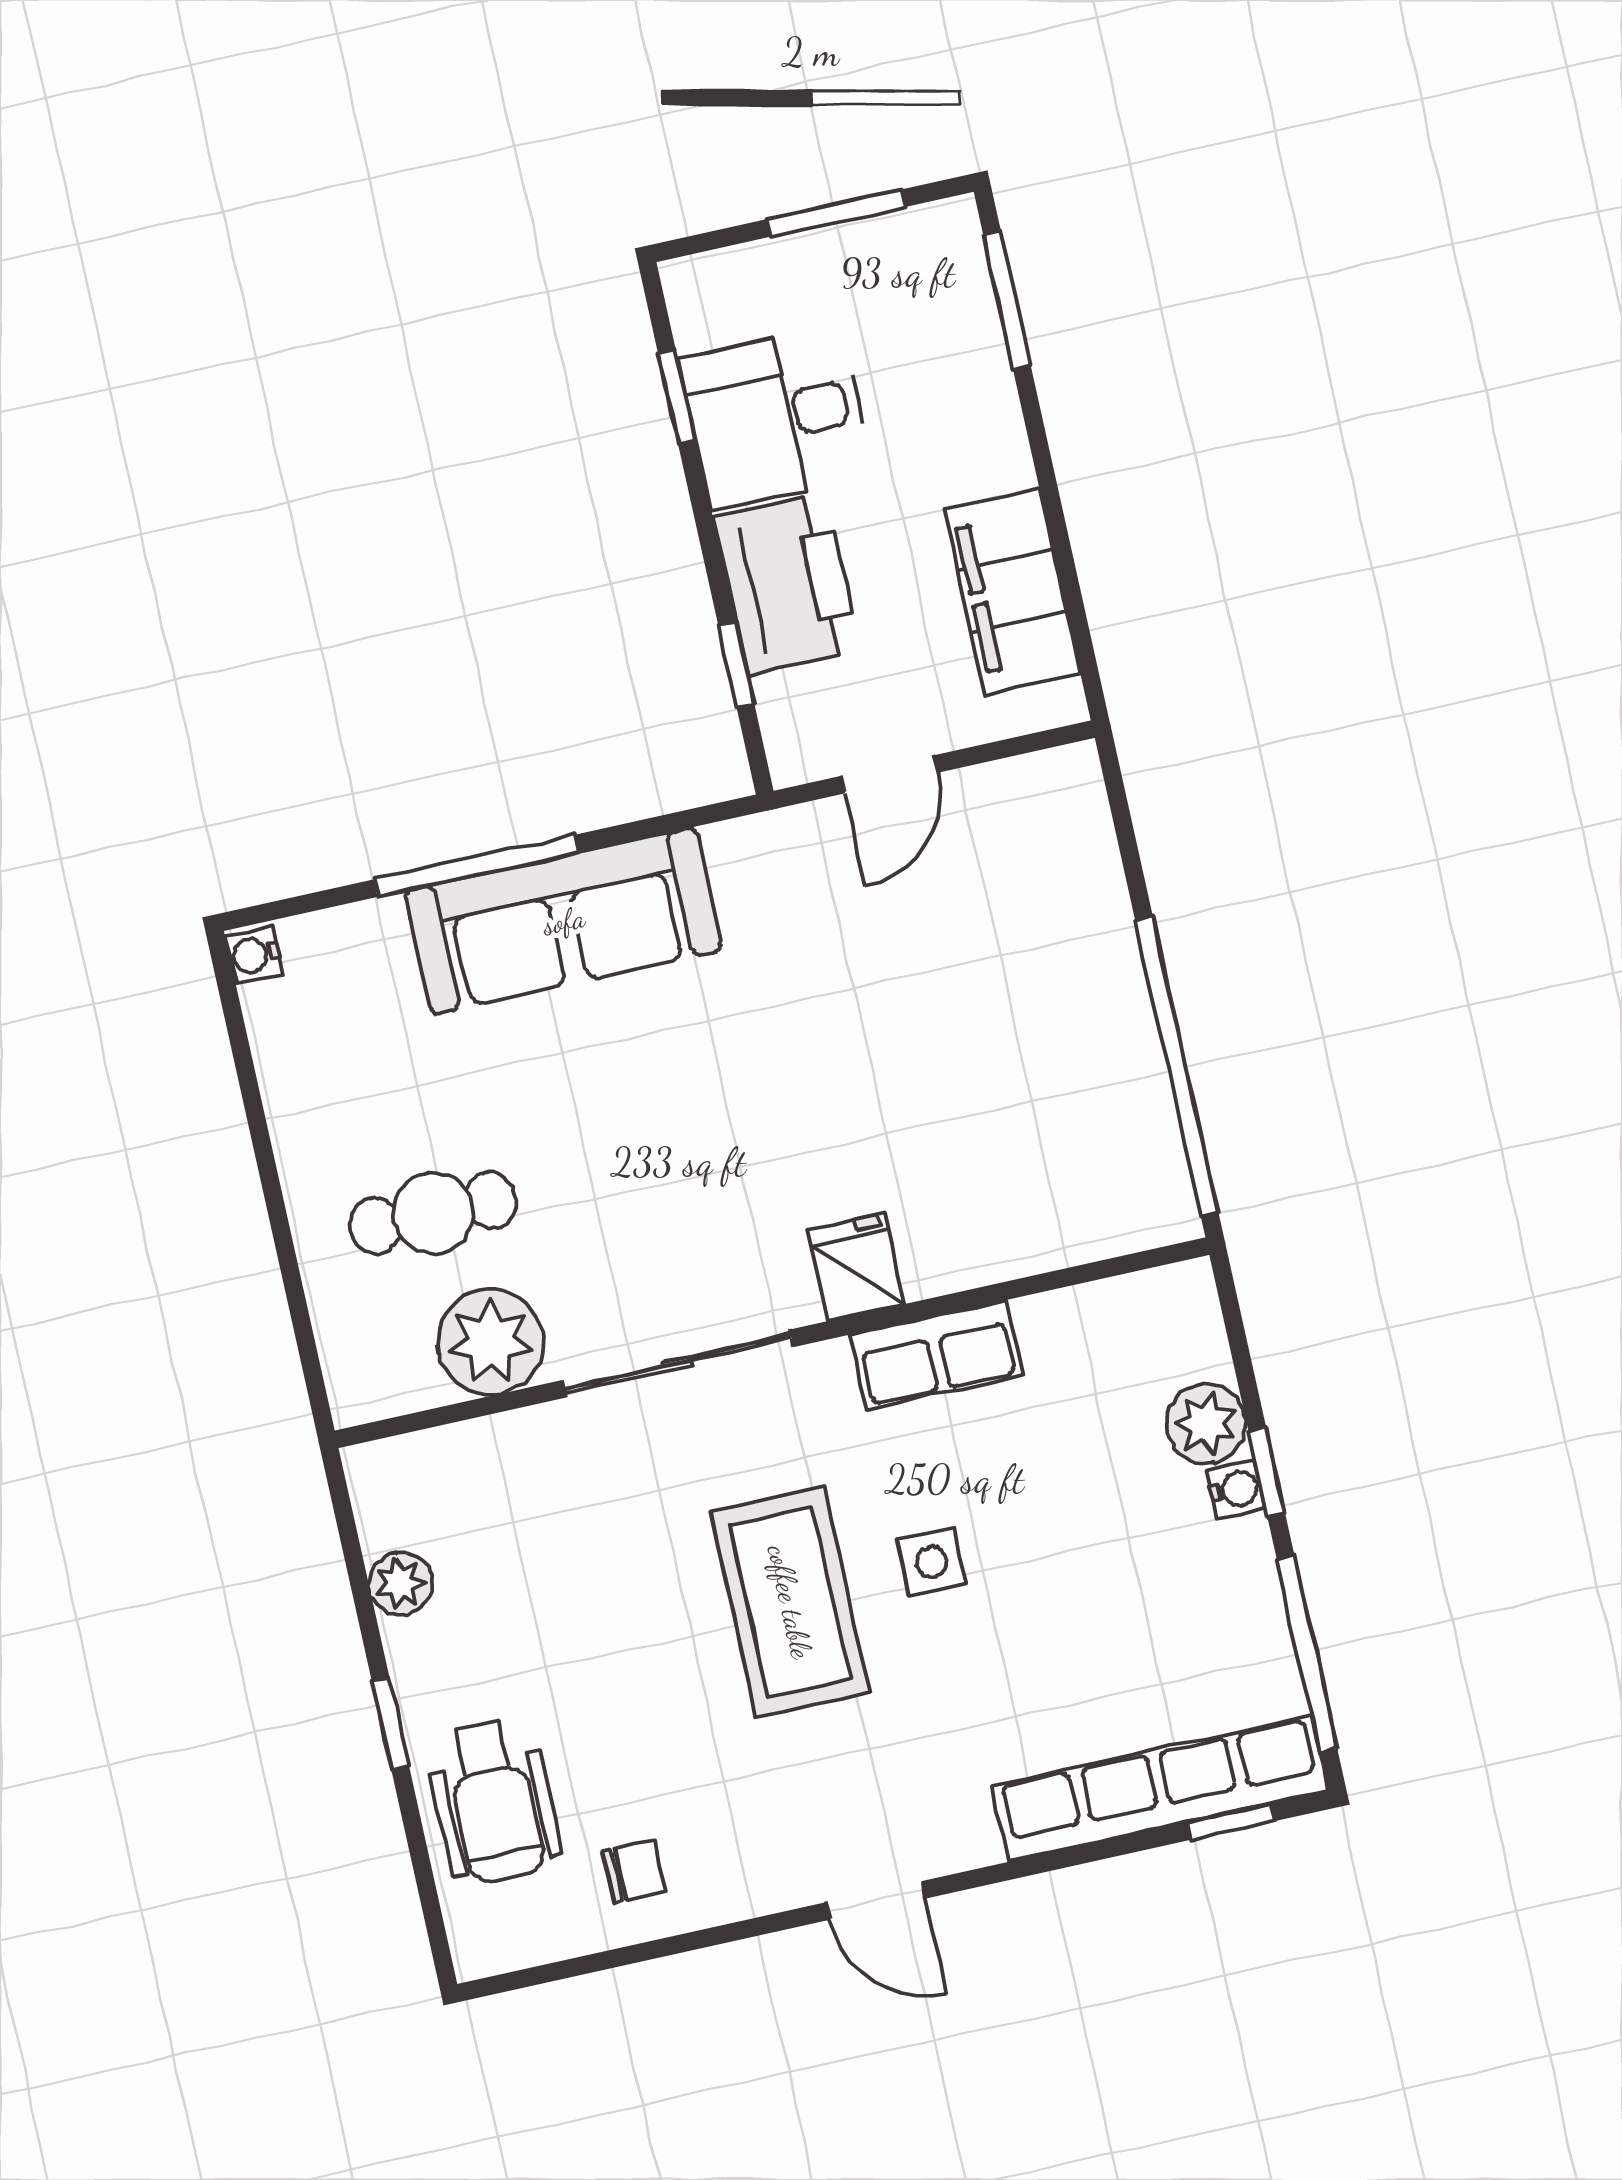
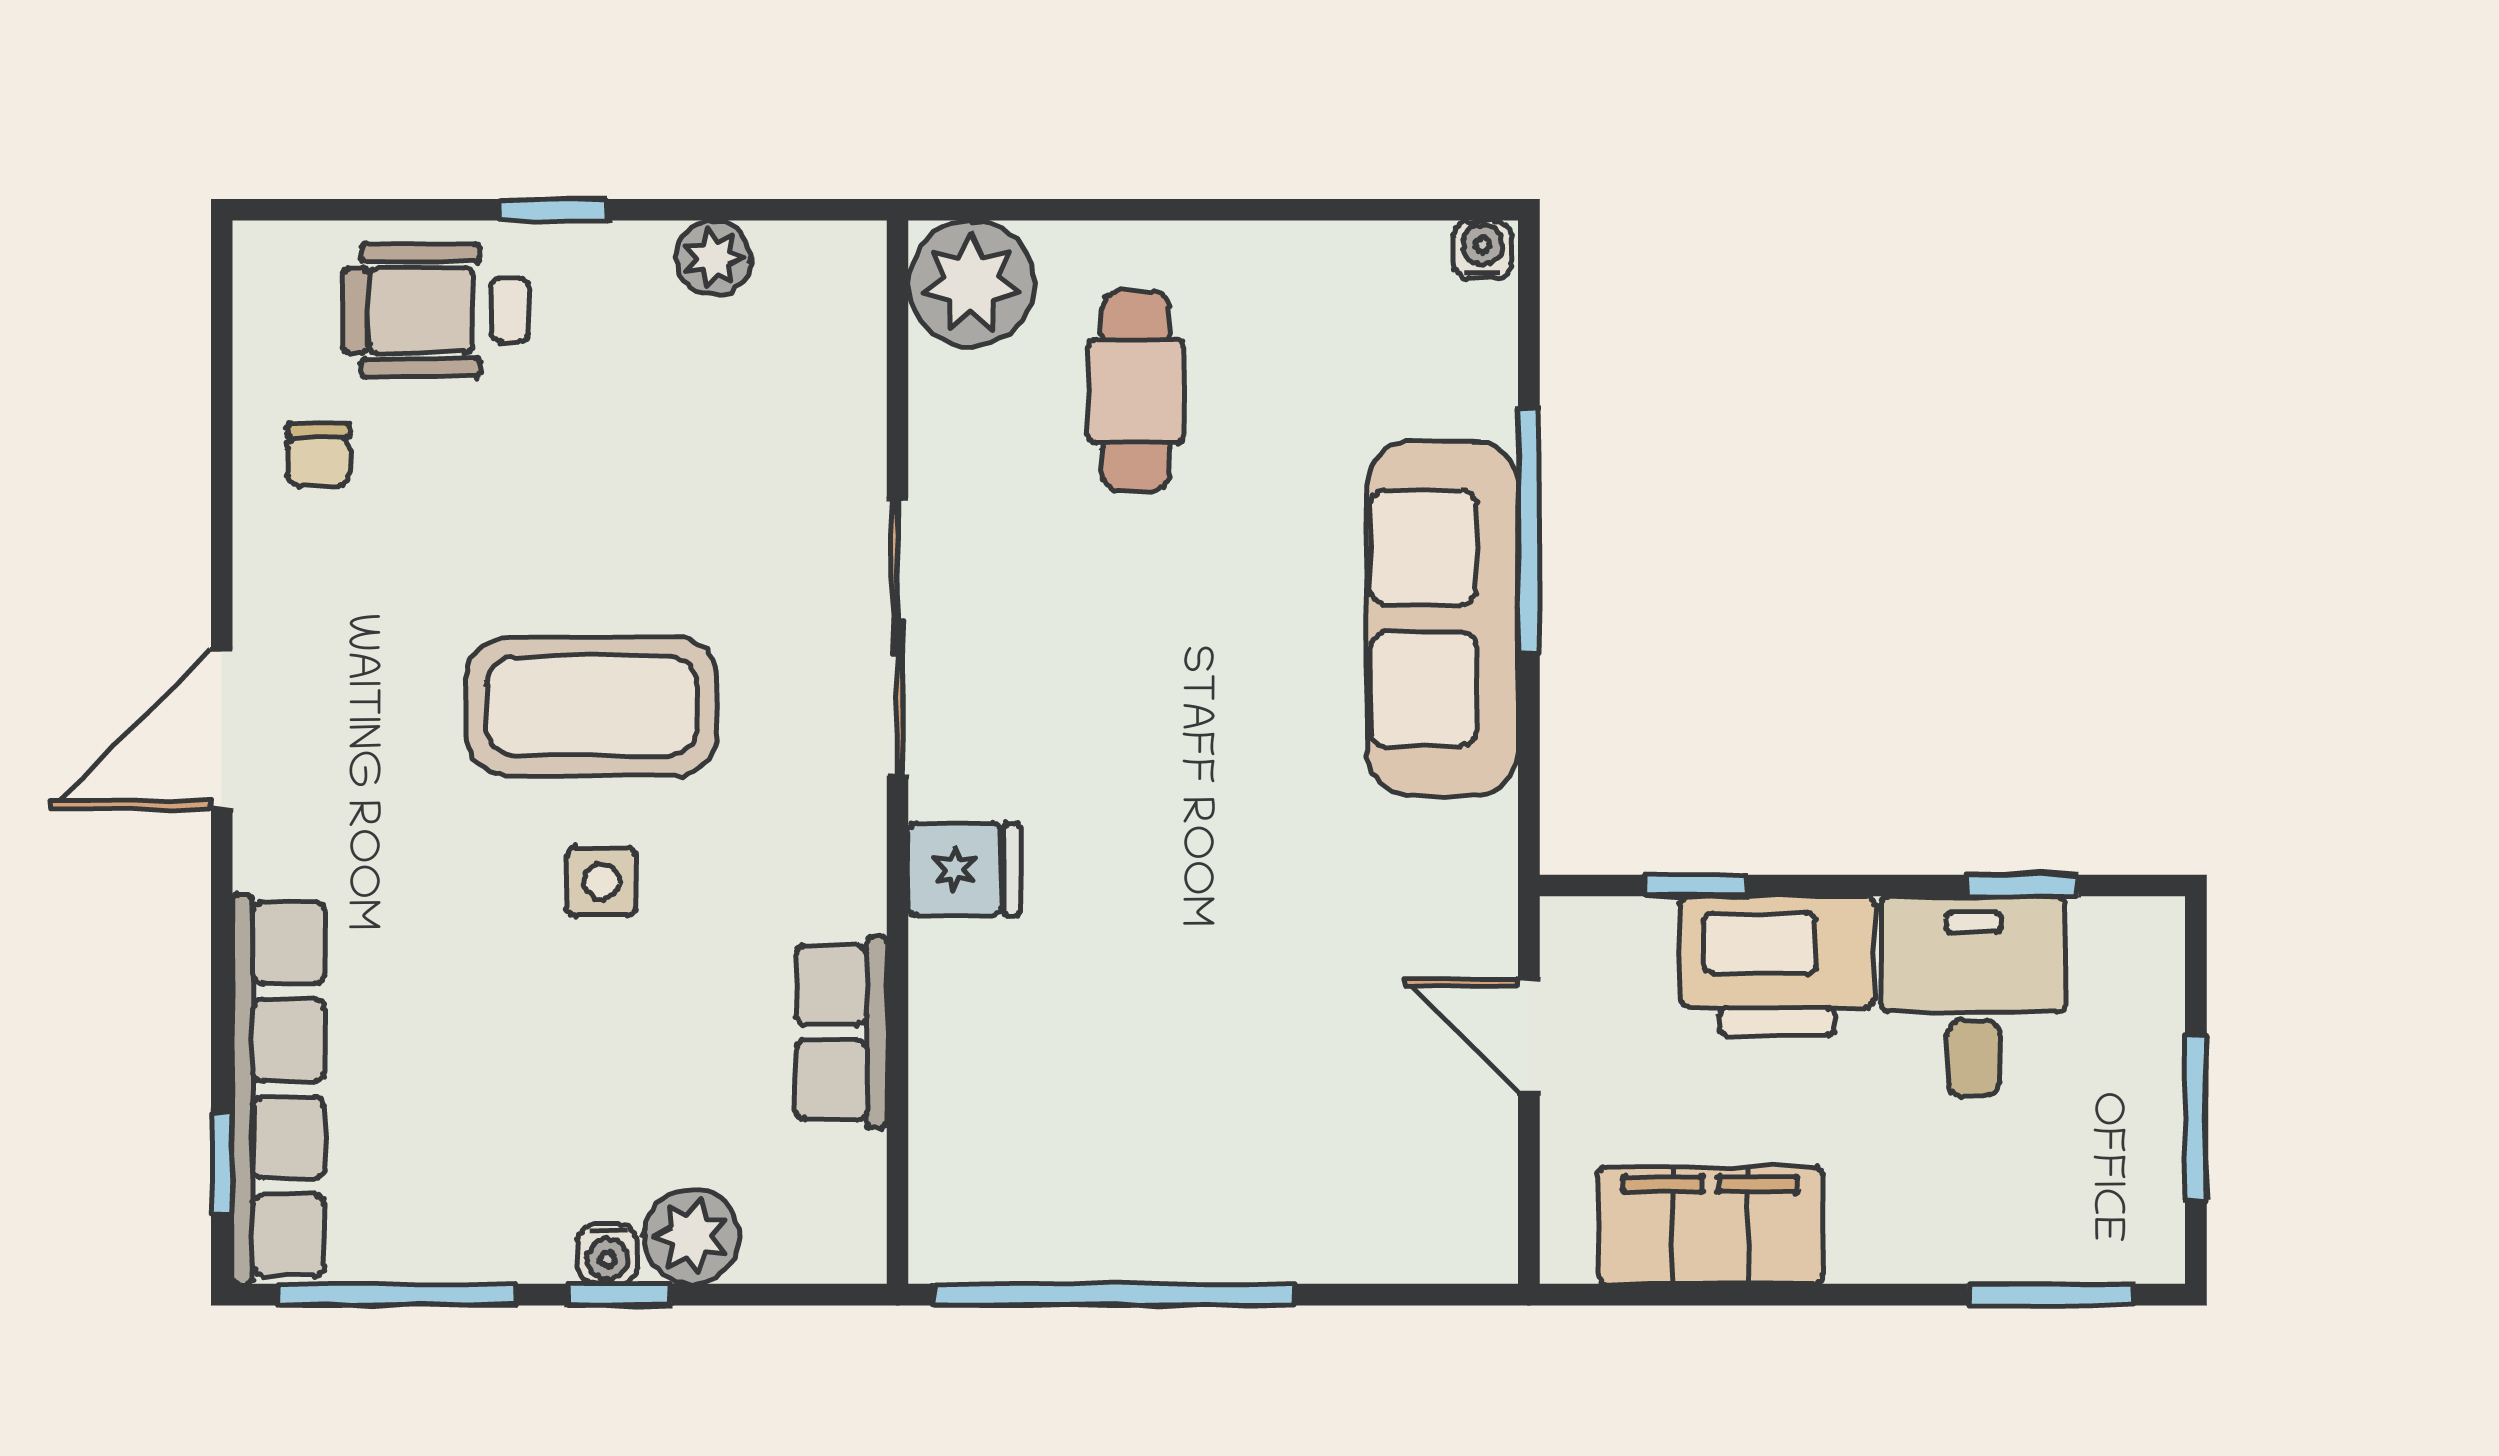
plant: (490, 1342) -> (971, 283), moved
row of seats: (937, 1355) -> (841, 1032), moved
door: (876, 1900) -> (222, 729), width x1.38

